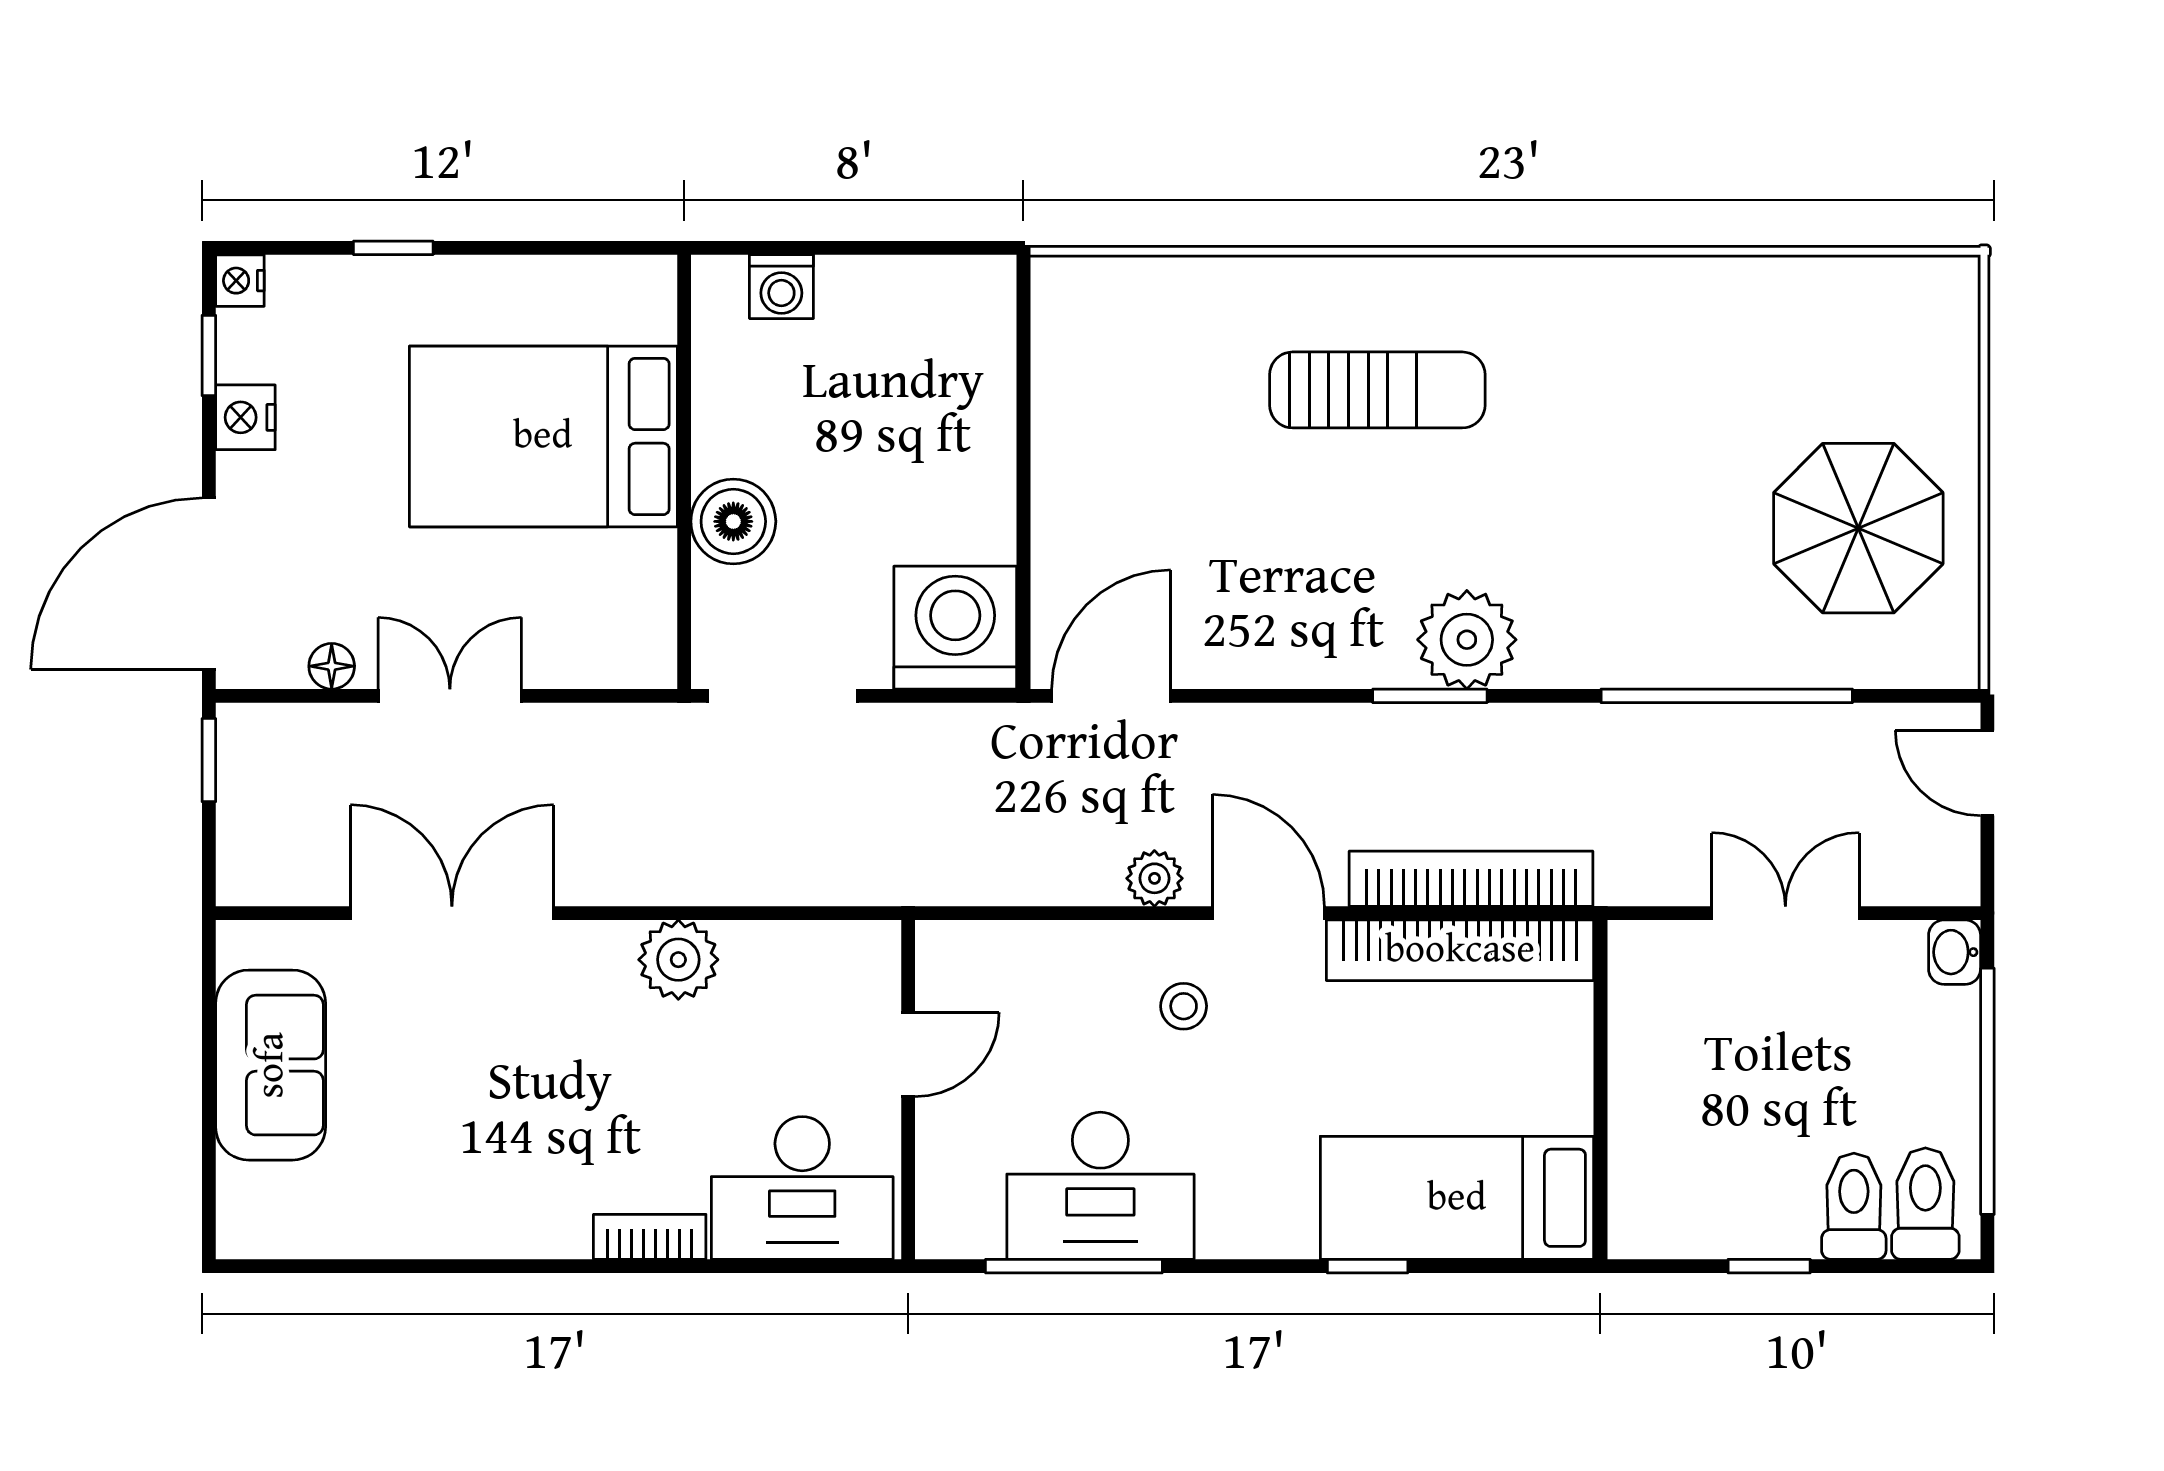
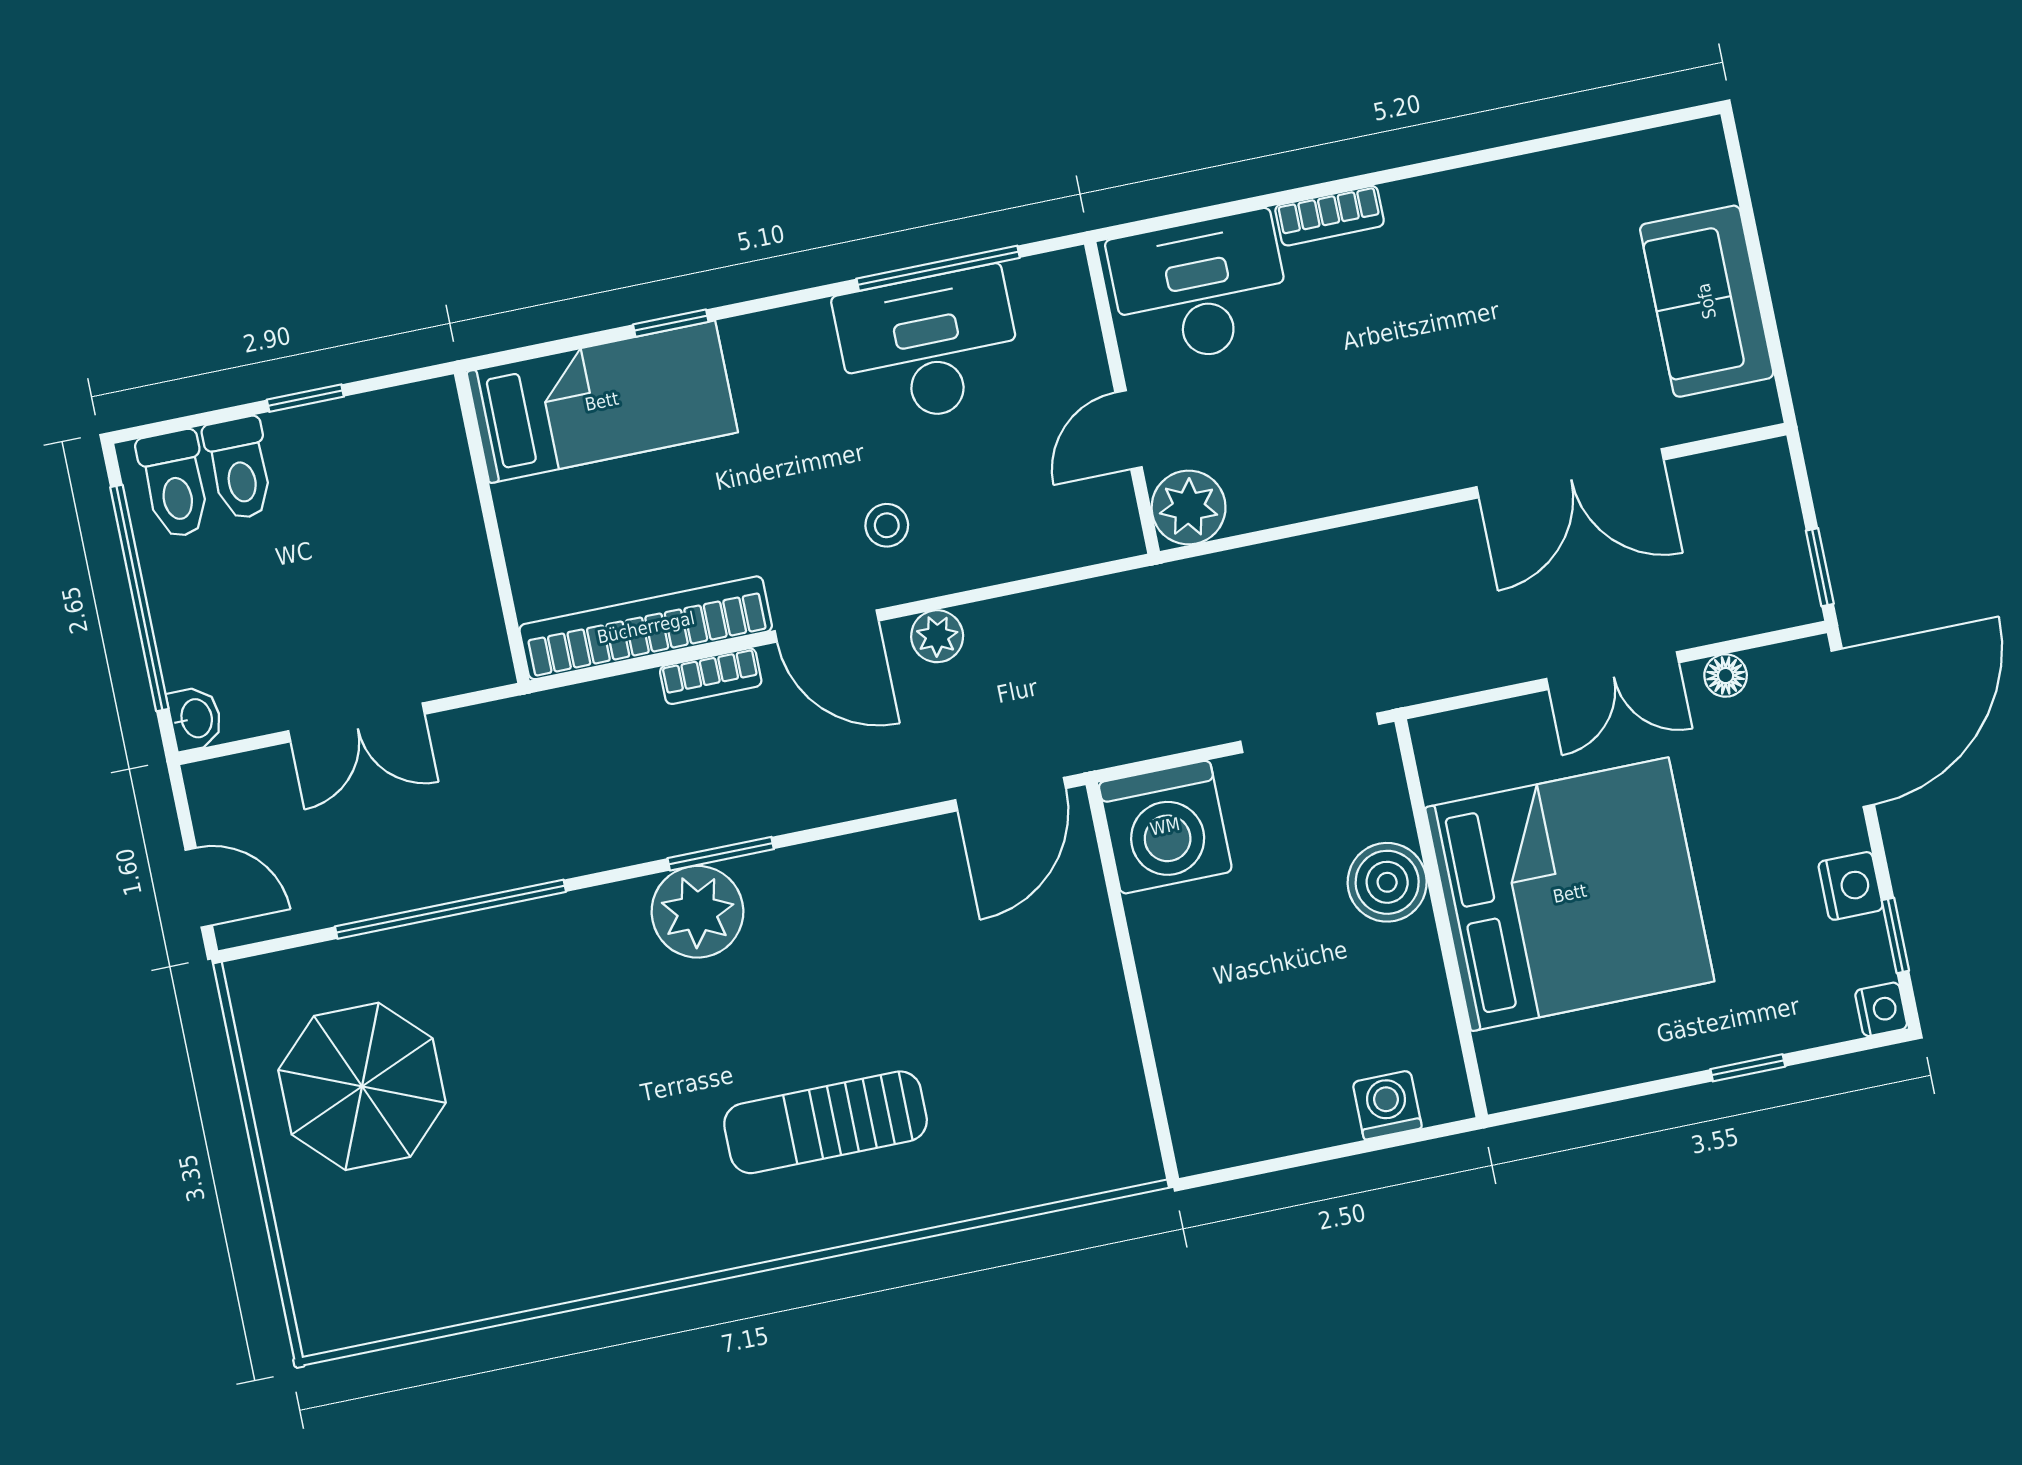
bed: (543, 436) -> (1570, 894), width x1.36
bookcase: (1471, 879) -> (711, 676), width x0.43, depth x0.76
plant: (678, 960) -> (1189, 507), moved

